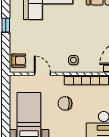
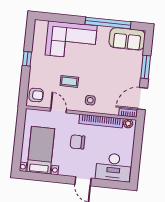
coffee table: (51, 43) -> (69, 81), added

